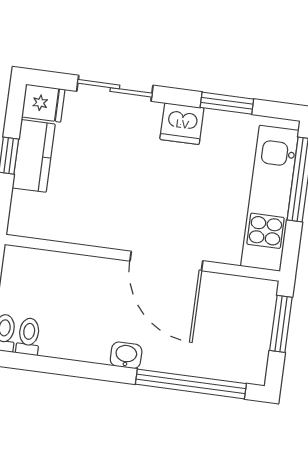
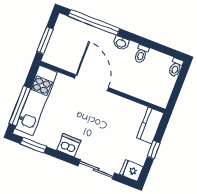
window: (227, 103) -> (33, 145), moved
kitchen counter: (34, 156) -> (150, 126), moved
toilet: (29, 336) -> (141, 54), moved

